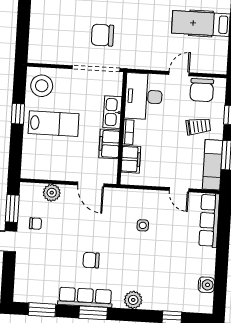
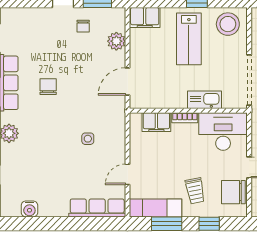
filing cabinet: (109, 144) -> (145, 18), moved, turned 180

